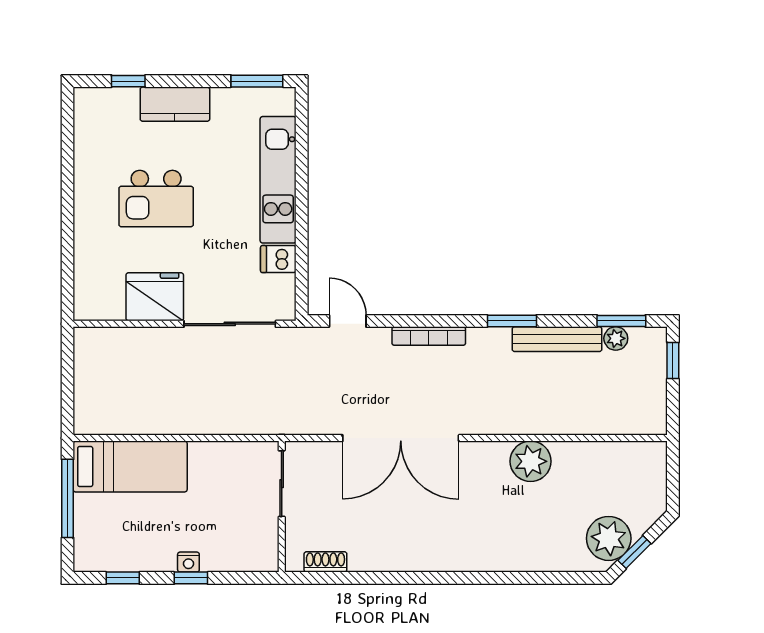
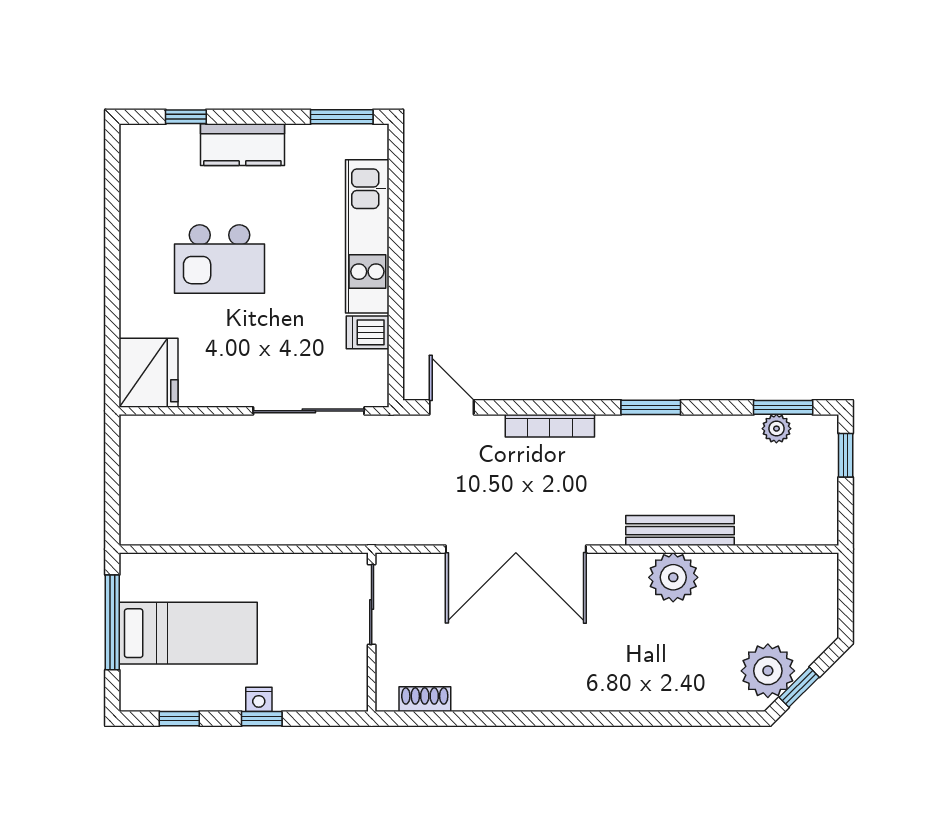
fridge: (155, 297) -> (149, 373), moved, turned 90
bench: (557, 339) -> (680, 531), moved
bed: (130, 466) -> (188, 633), moved

